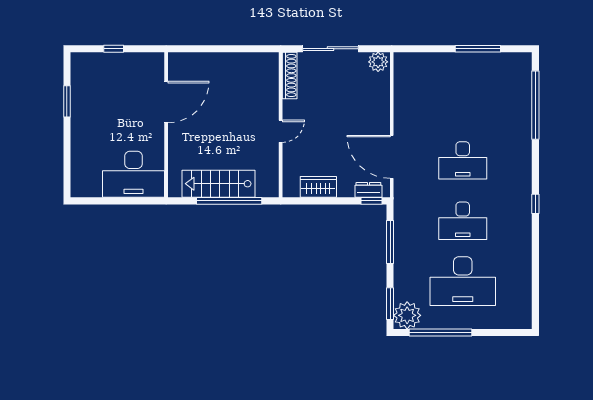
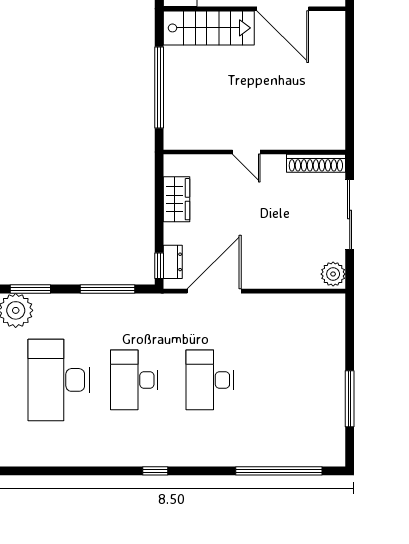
stairs: (219, 184) -> (209, 28), moved, turned 90

